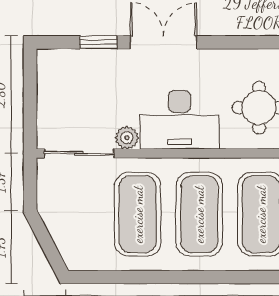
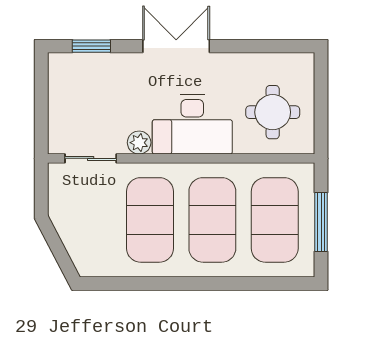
window: (98, 42) -> (91, 46), moved
sliding door: (79, 153) -> (91, 158), width x0.73

